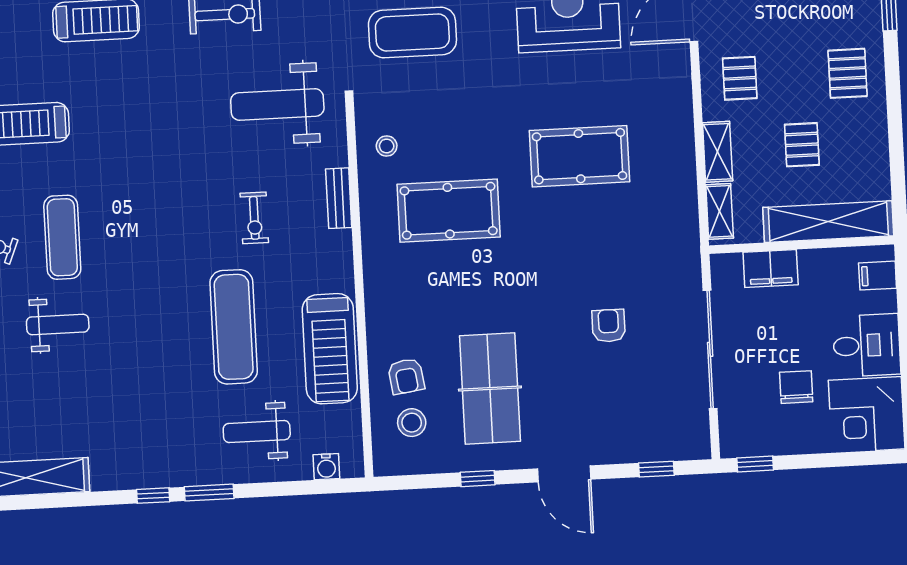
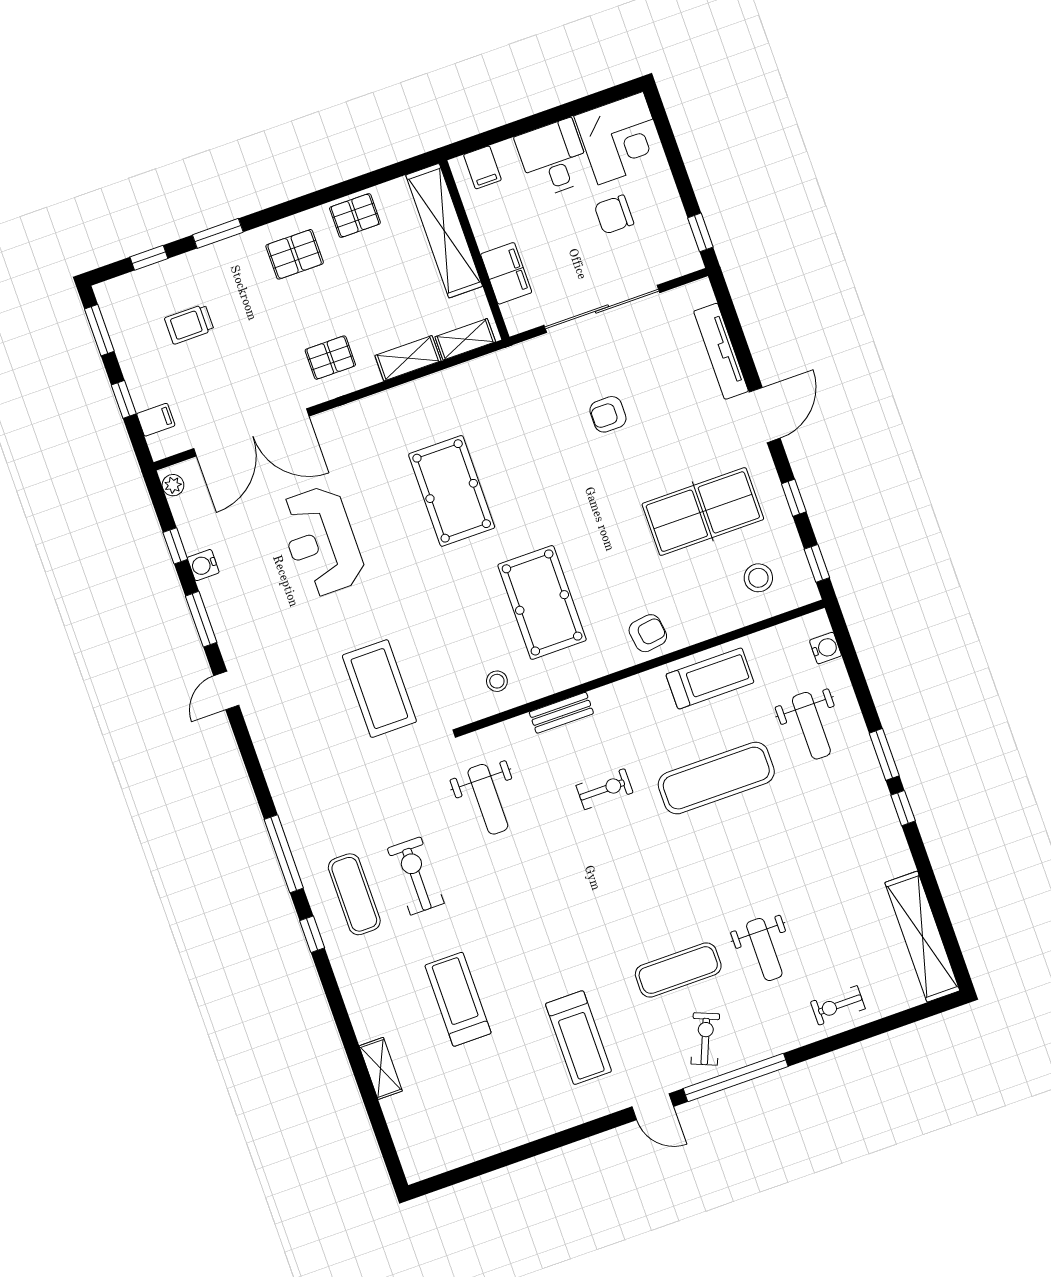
weight bench: (277, 105) -> (488, 799), width x0.73, depth x0.75
pallet: (802, 145) -> (355, 215), moved
weight bench: (58, 325) -> (764, 950), turned 180
treadmill: (330, 349) -> (710, 678), width x0.73, depth x0.73
armchair: (406, 376) -> (648, 633), moved
tv unit: (637, 450) -> (721, 351), added
window: (656, 469) -> (817, 563), moved

